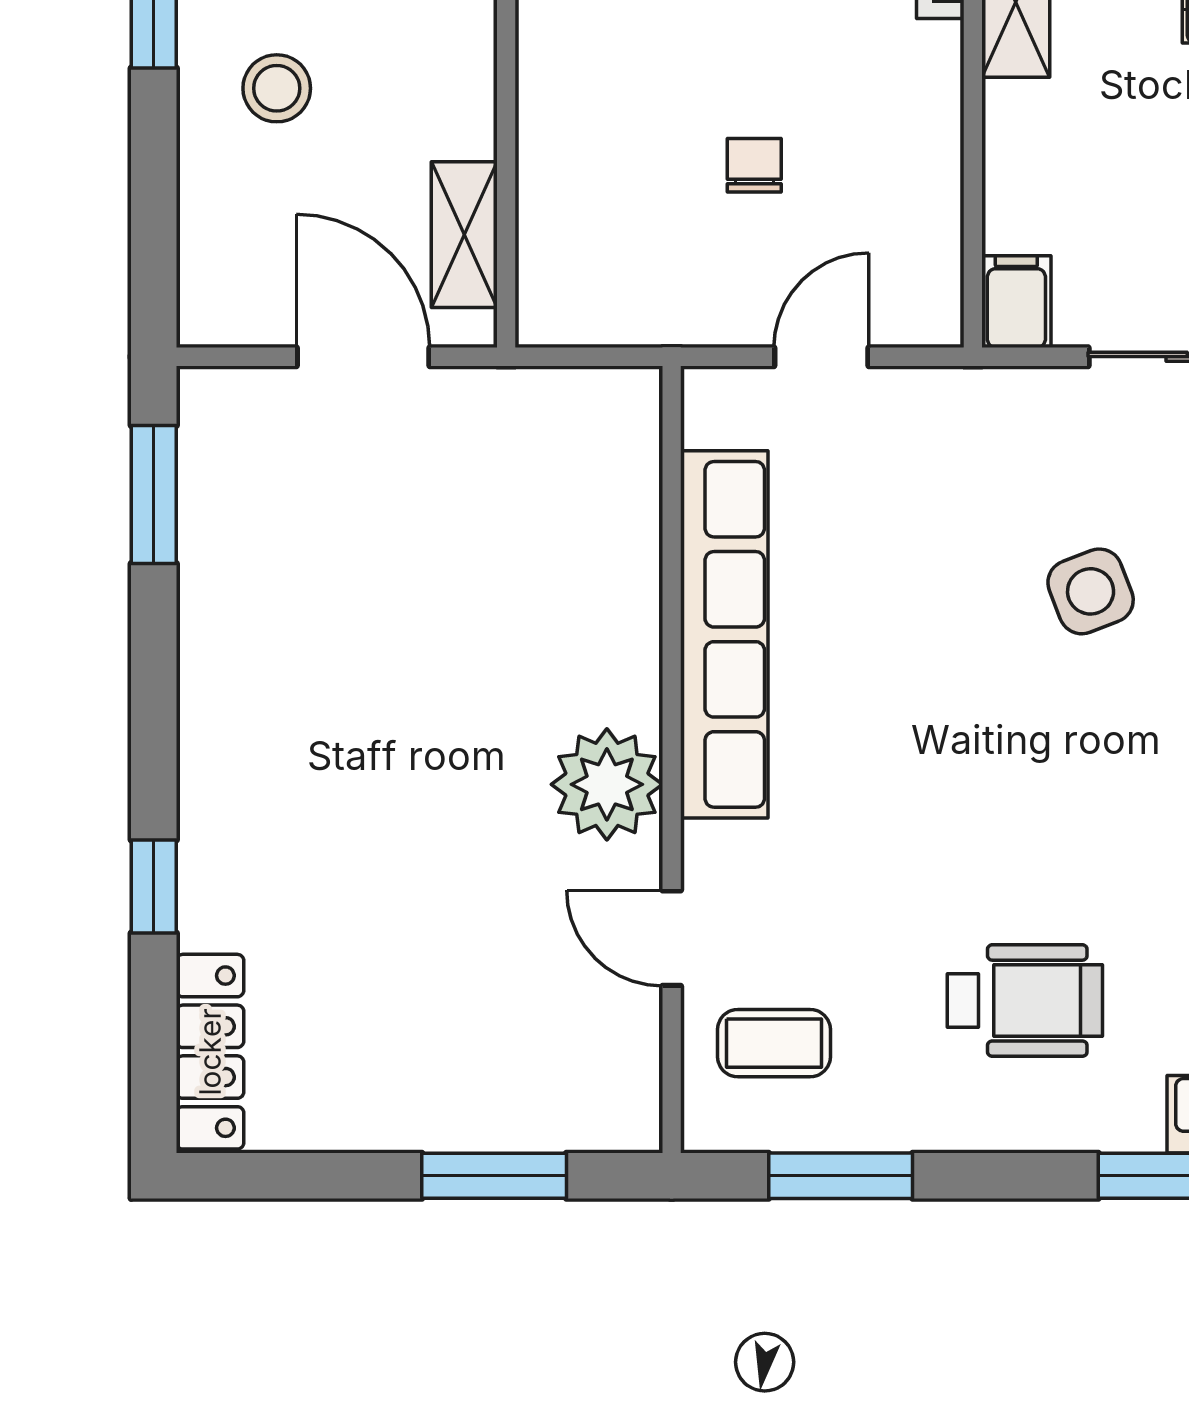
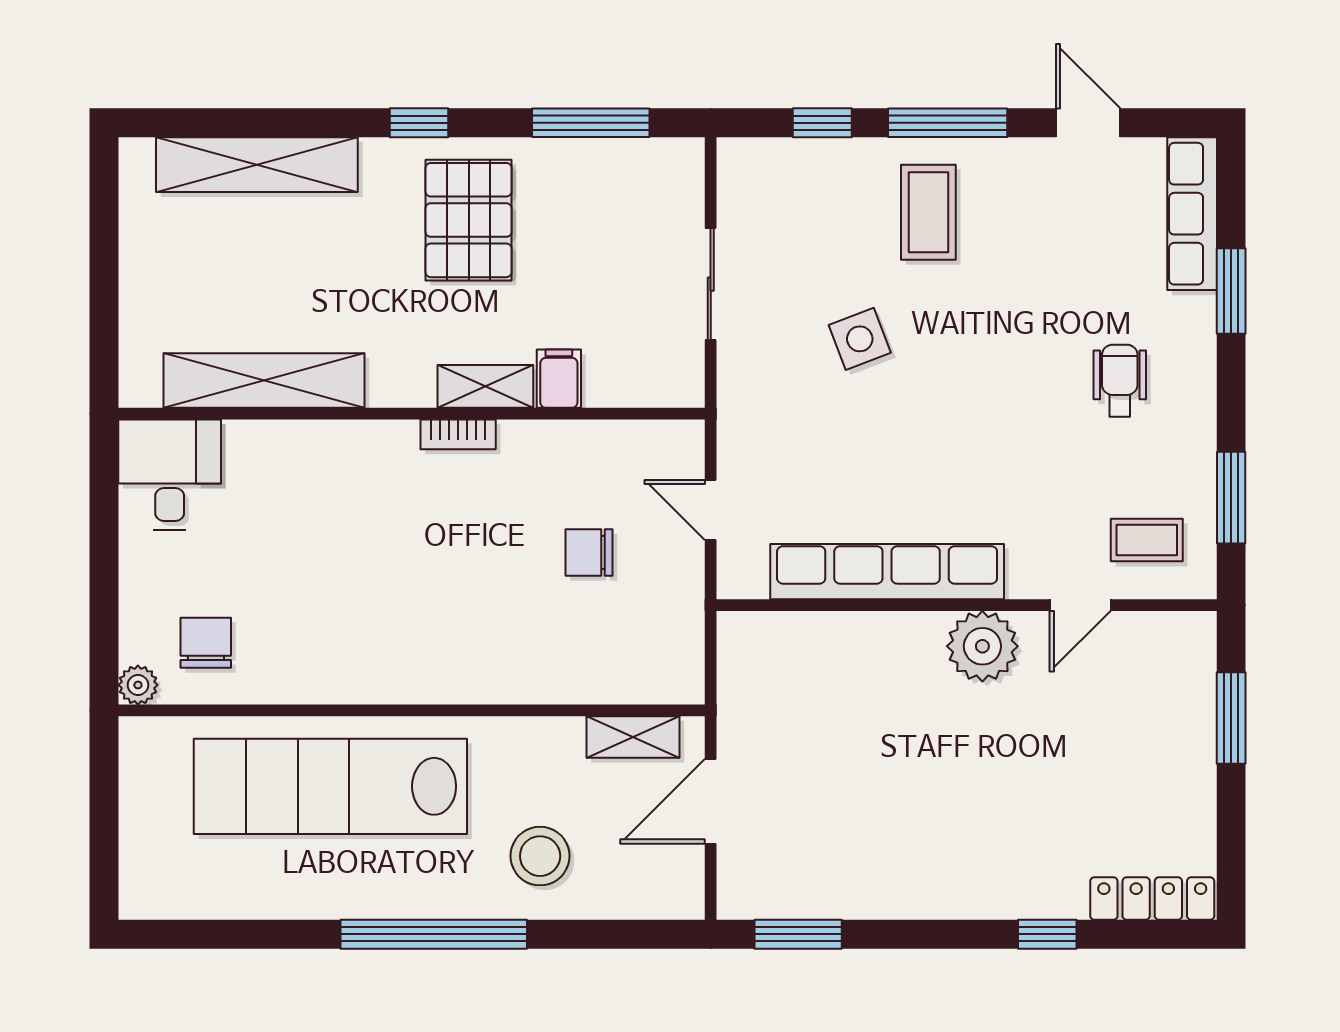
stool: (277, 88) -> (540, 856), width x1.38, depth x1.38
chair: (754, 165) -> (589, 553), width x1.37, depth x1.37
filing cabinet: (1016, 302) -> (559, 379), moved, turned 90
wheelchair: (1025, 1001) -> (1120, 381), width x0.73, depth x0.73
coffee table: (774, 1043) -> (1147, 540), turned 90

